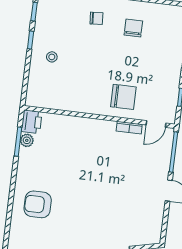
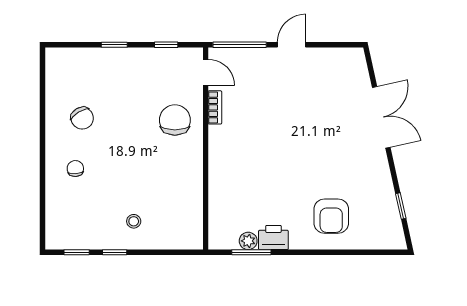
chair: (133, 28) -> (82, 118), turned -121
printer: (32, 122) -> (273, 237), moved

